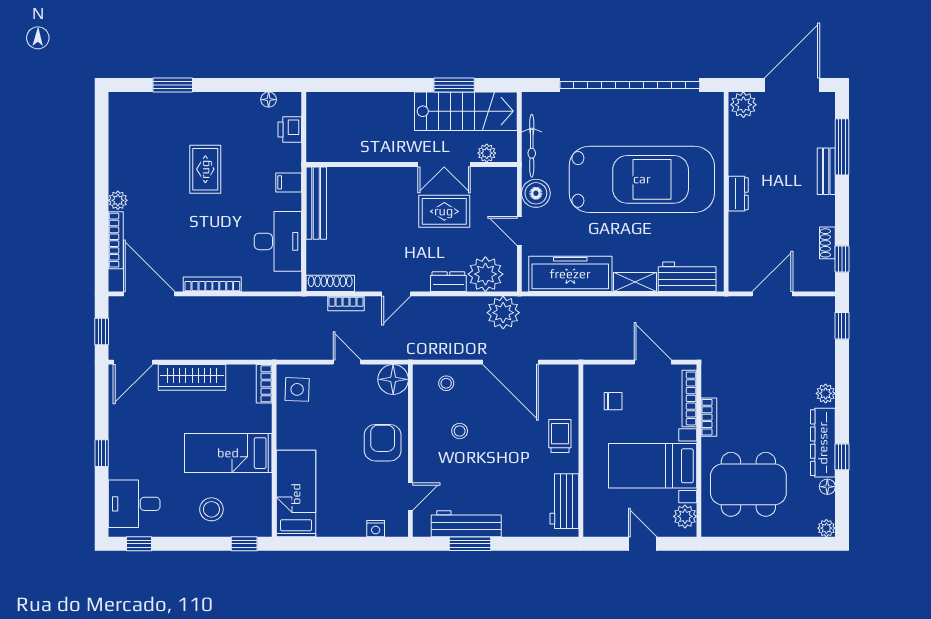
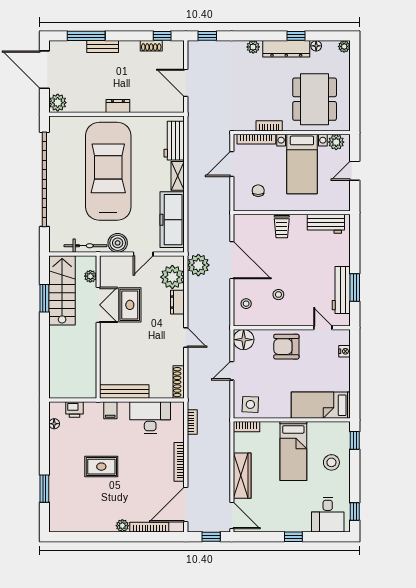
bookcase: (346, 303) -> (192, 422), moved
door: (510, 362) -> (232, 260), hinge flipped
trolley: (560, 436) -> (282, 227), turned -90

